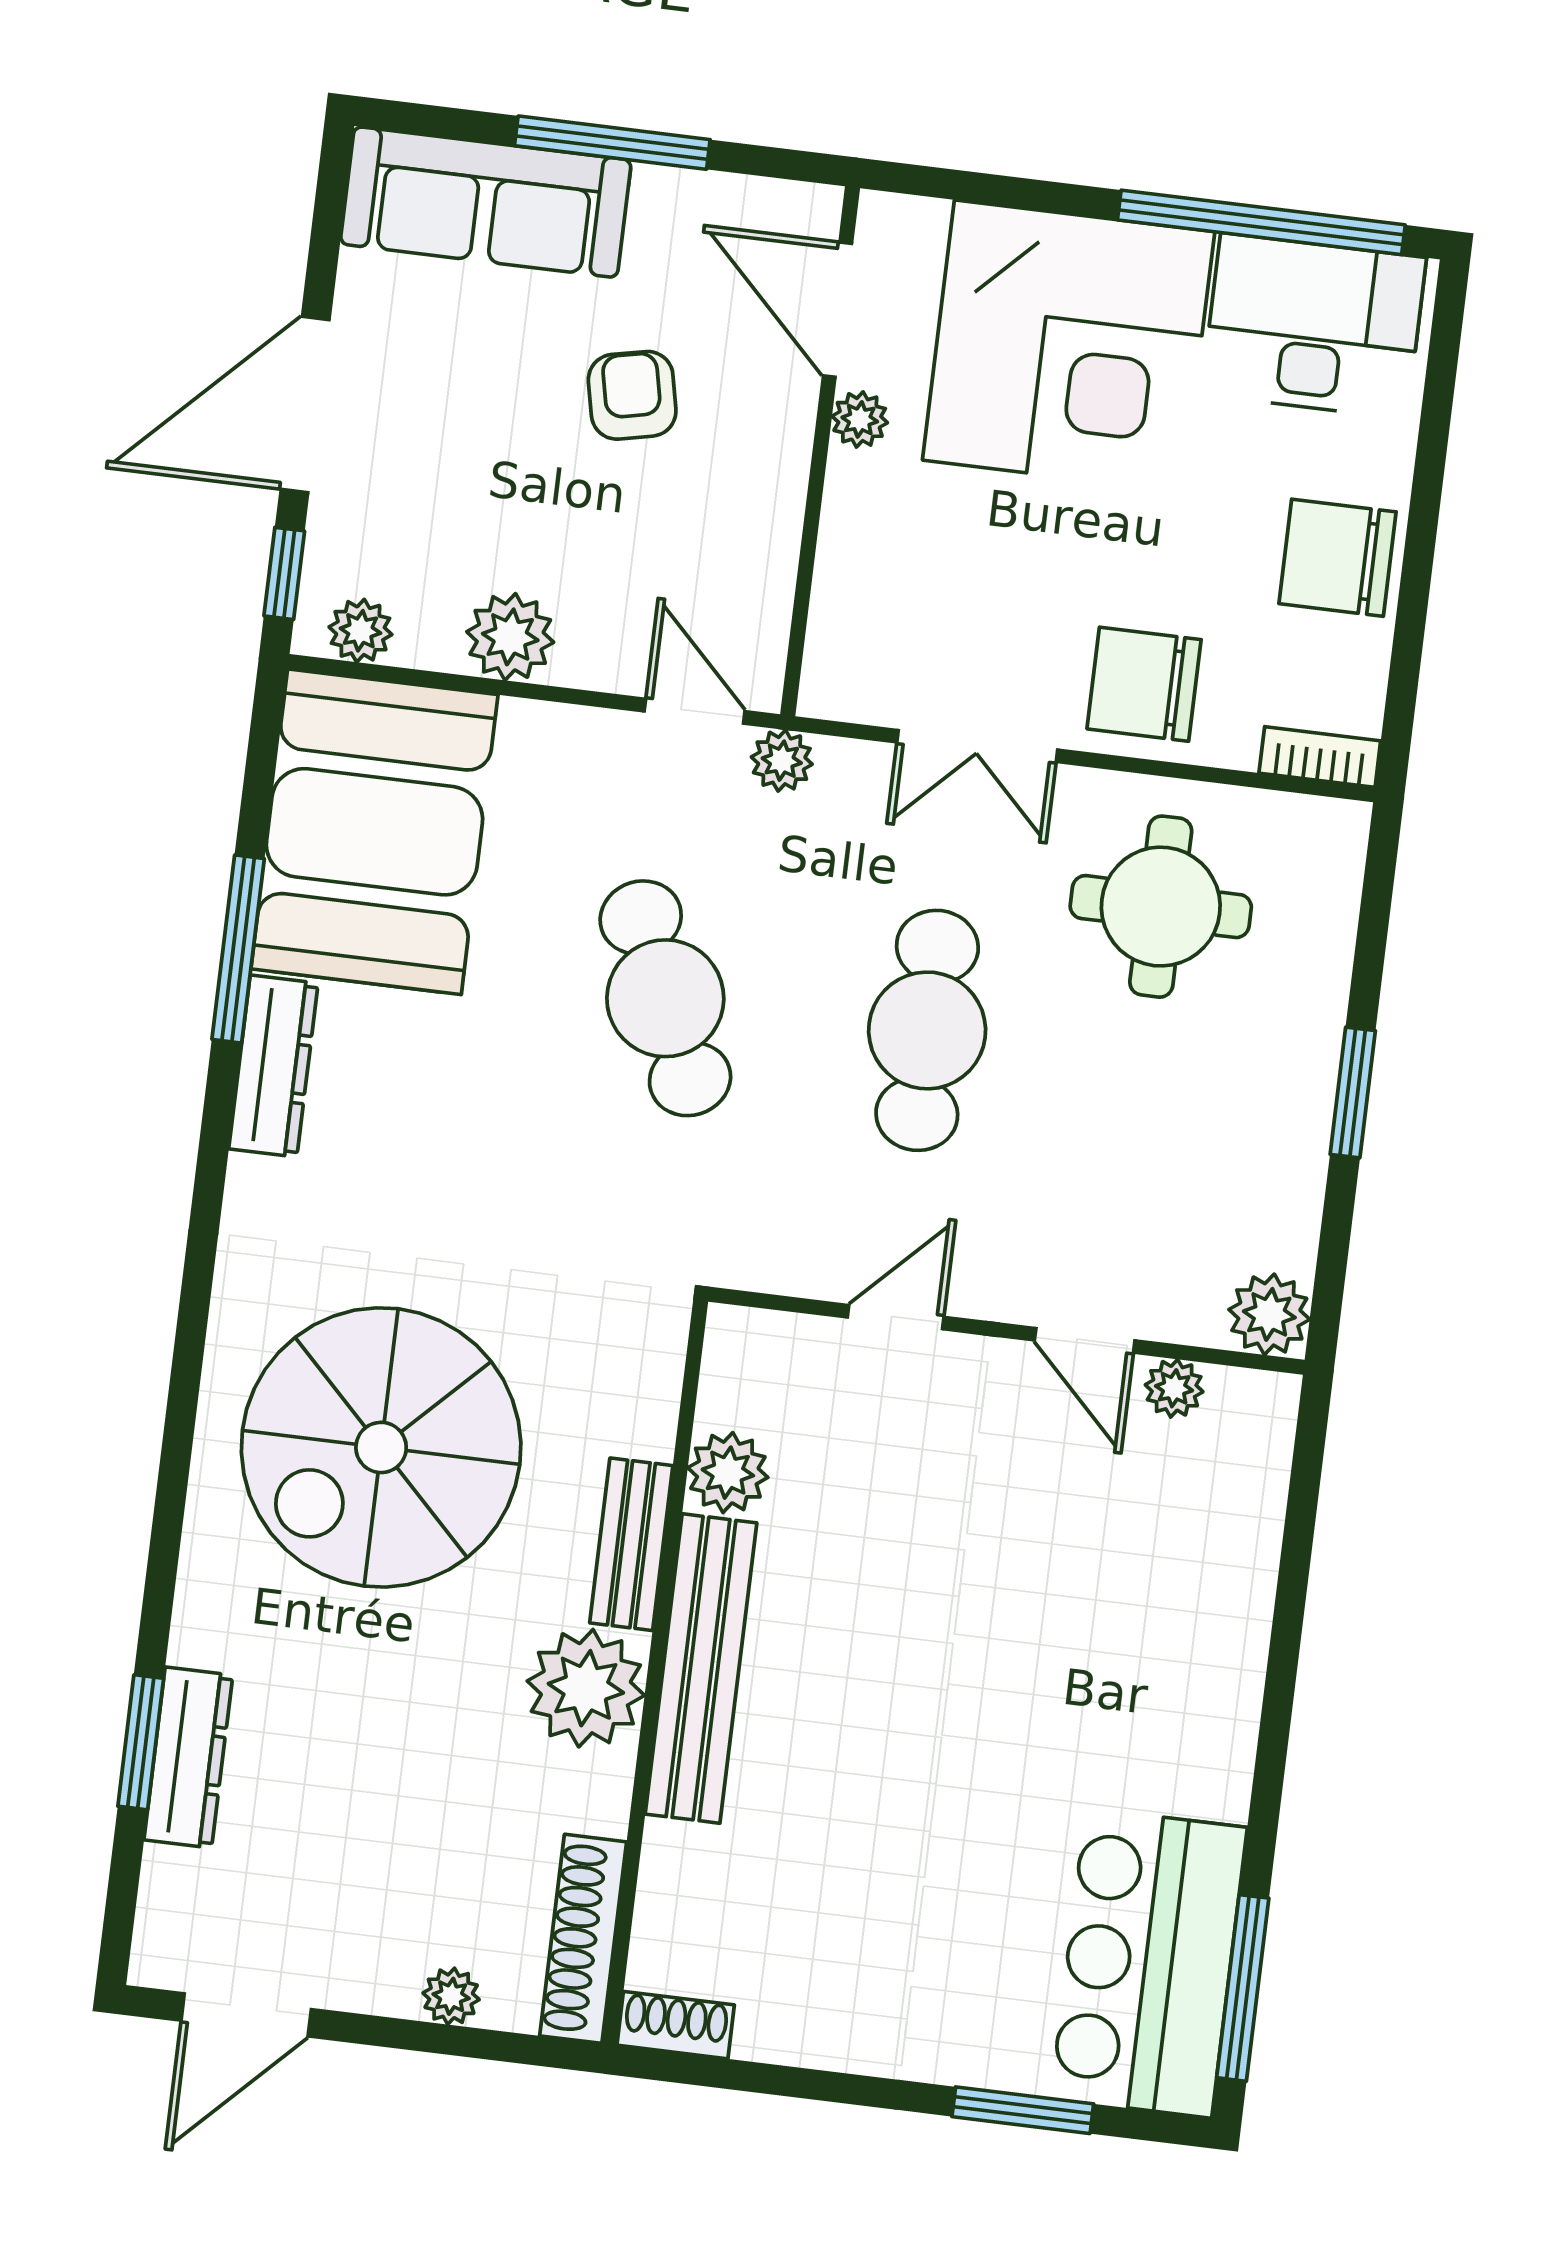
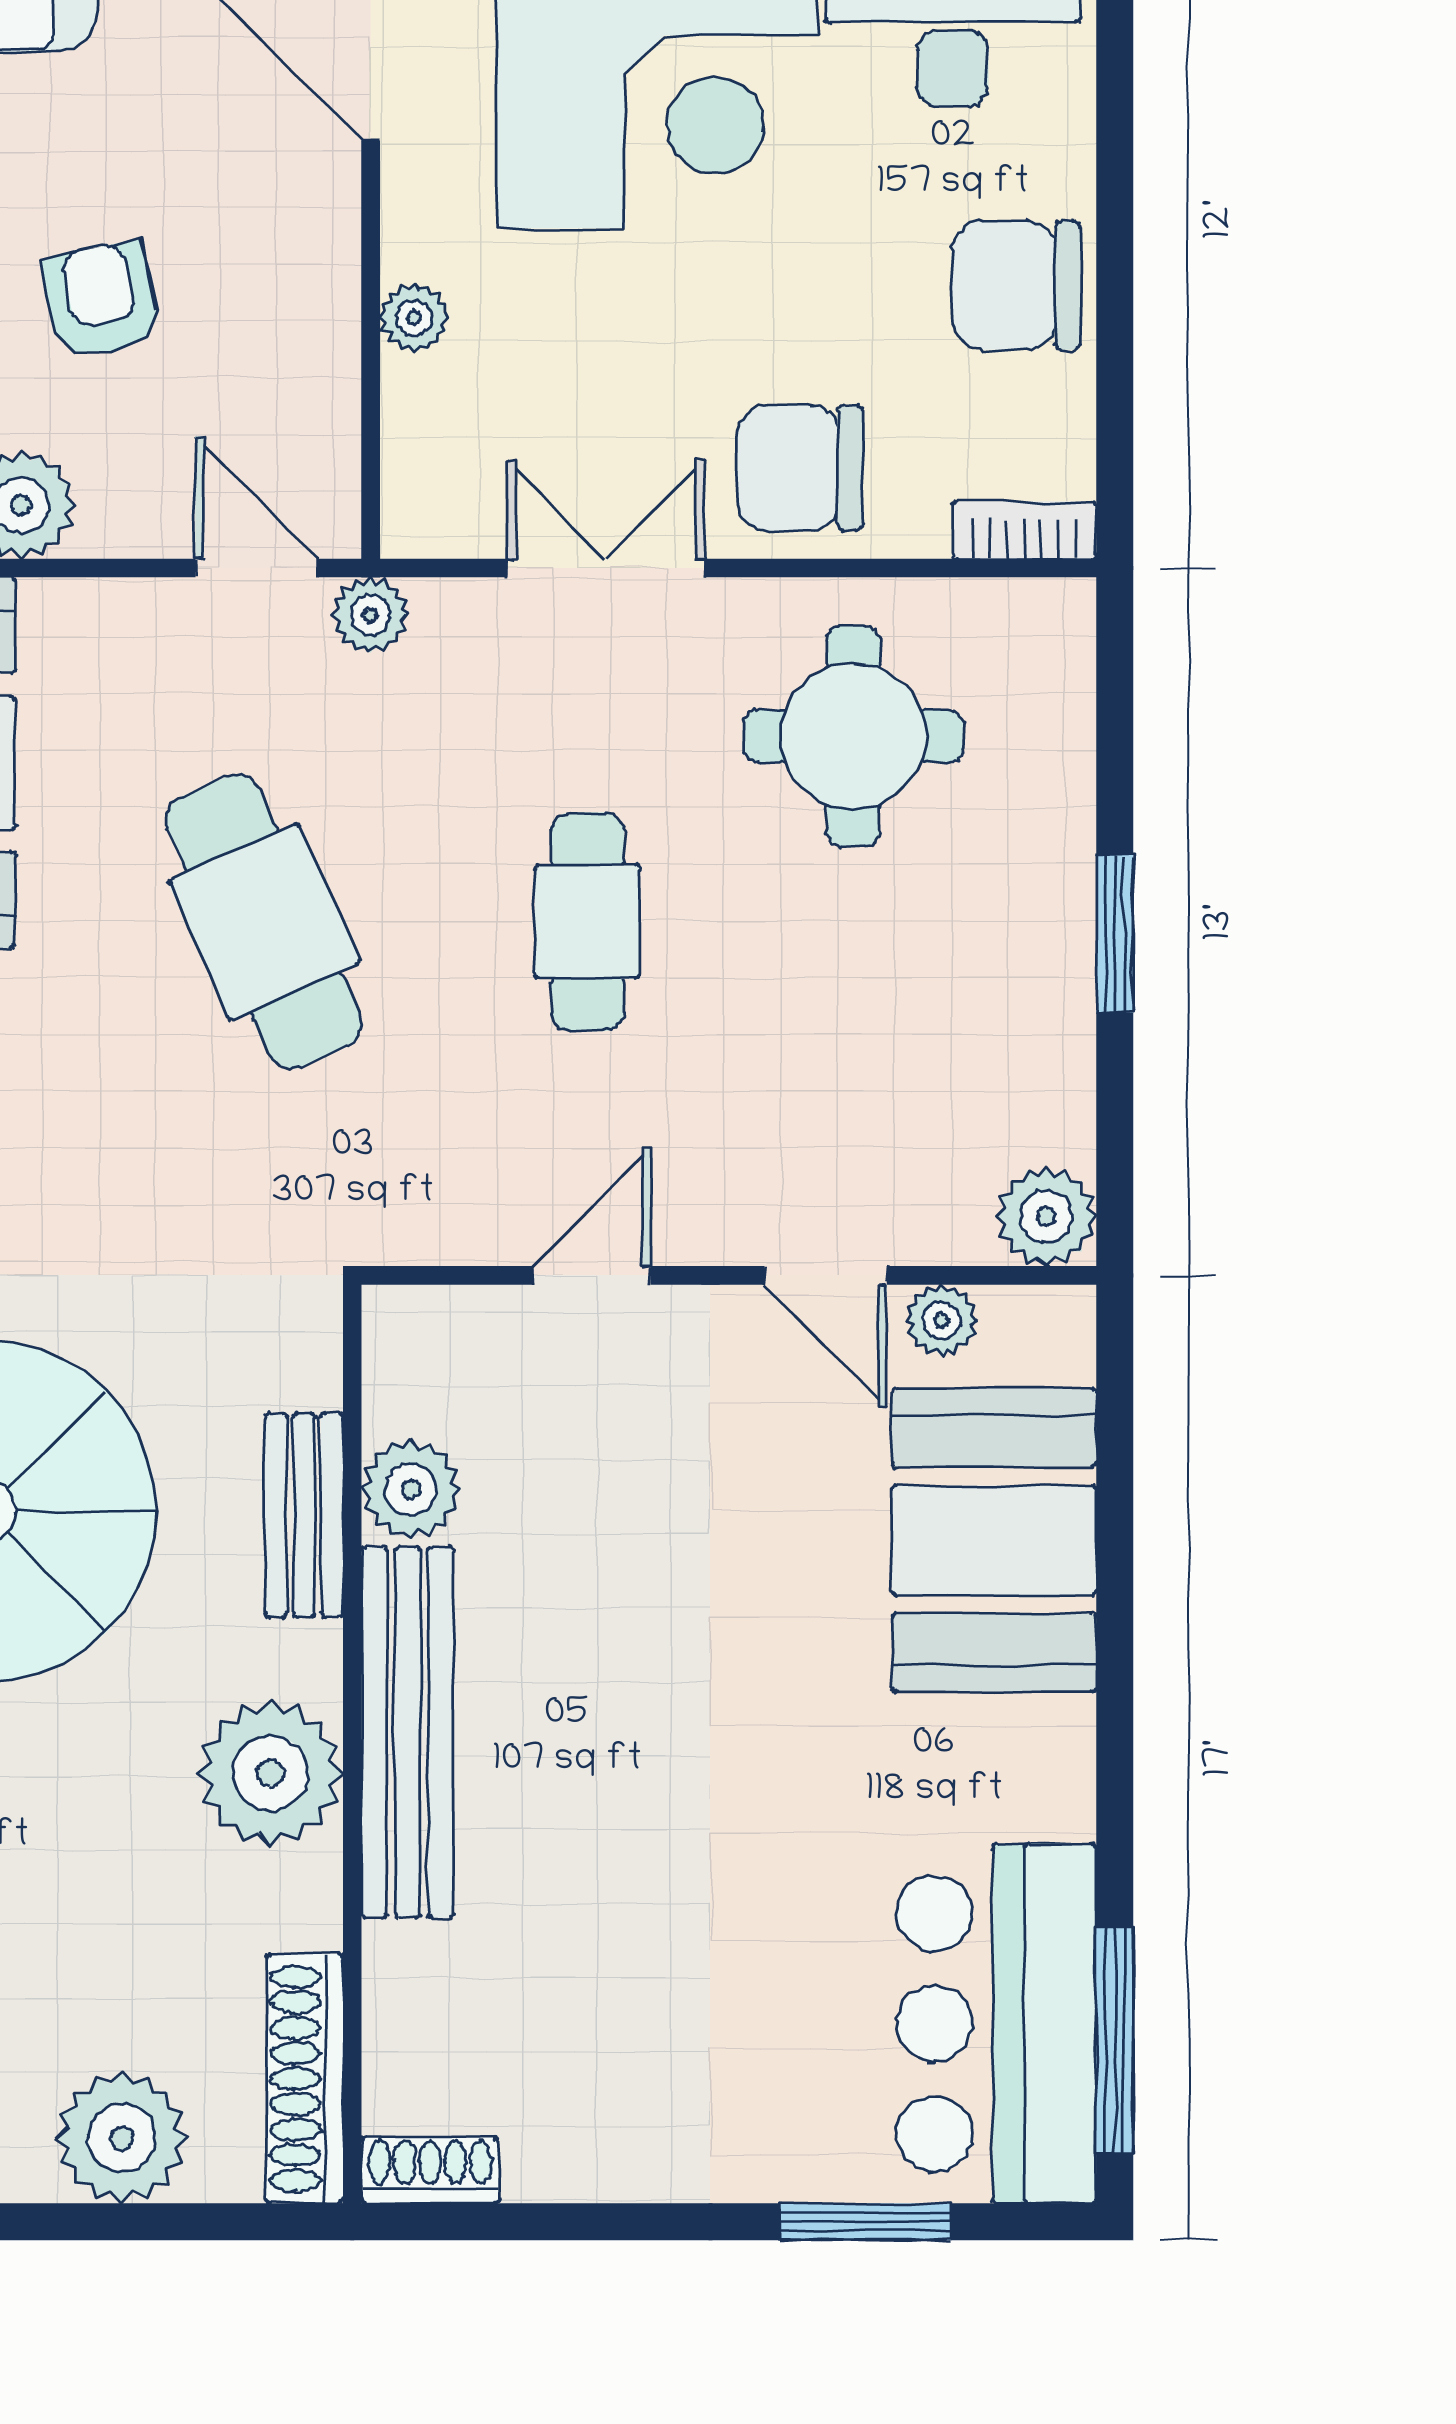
armchair: (632, 395) -> (101, 300), moved
plant: (860, 419) -> (414, 318), moved
double door: (977, 746) -> (606, 568), swing flipped
cafe table: (927, 1030) -> (587, 922), width x0.73, depth x0.74
bench: (631, 1544) -> (304, 1515), moved
booth: (1195, 1572) -> (994, 1540), added
plant: (451, 1996) -> (122, 2138), width x1.87, depth x1.87

